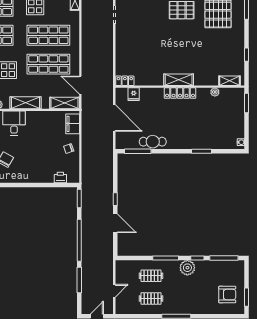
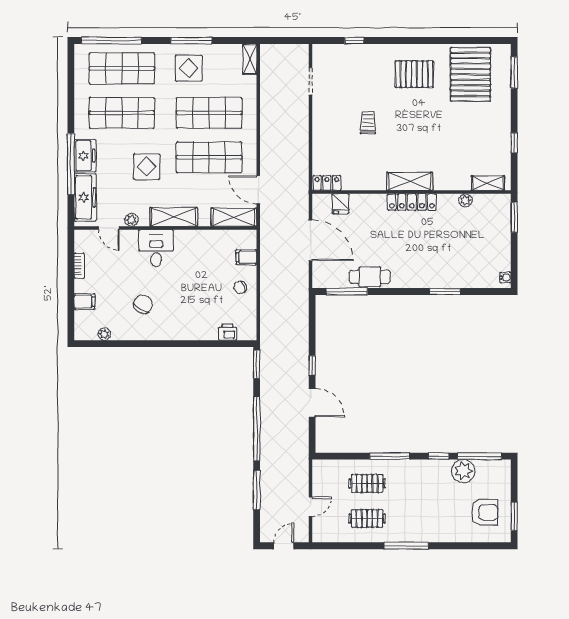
trolley: (152, 41) -> (368, 122), added
filing cabinet: (73, 124) -> (246, 257), width x0.50
plant: (187, 268) -> (463, 471), moved

